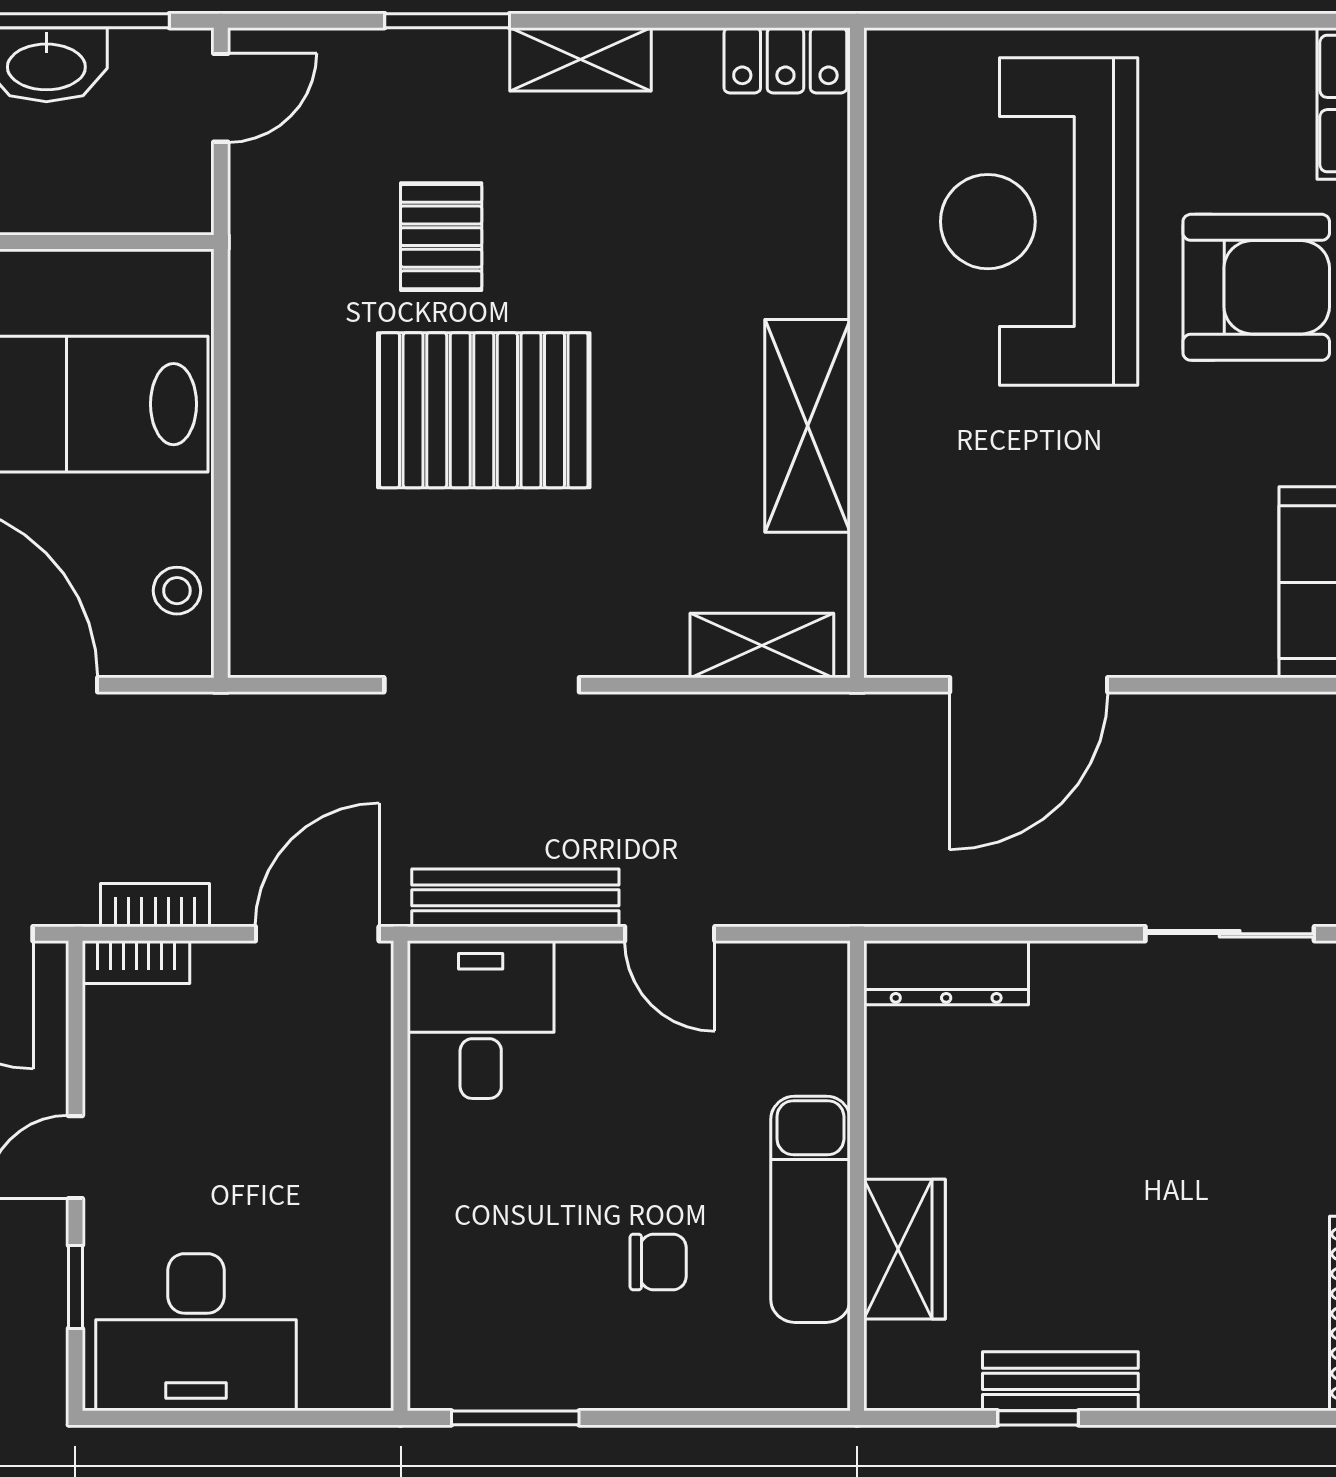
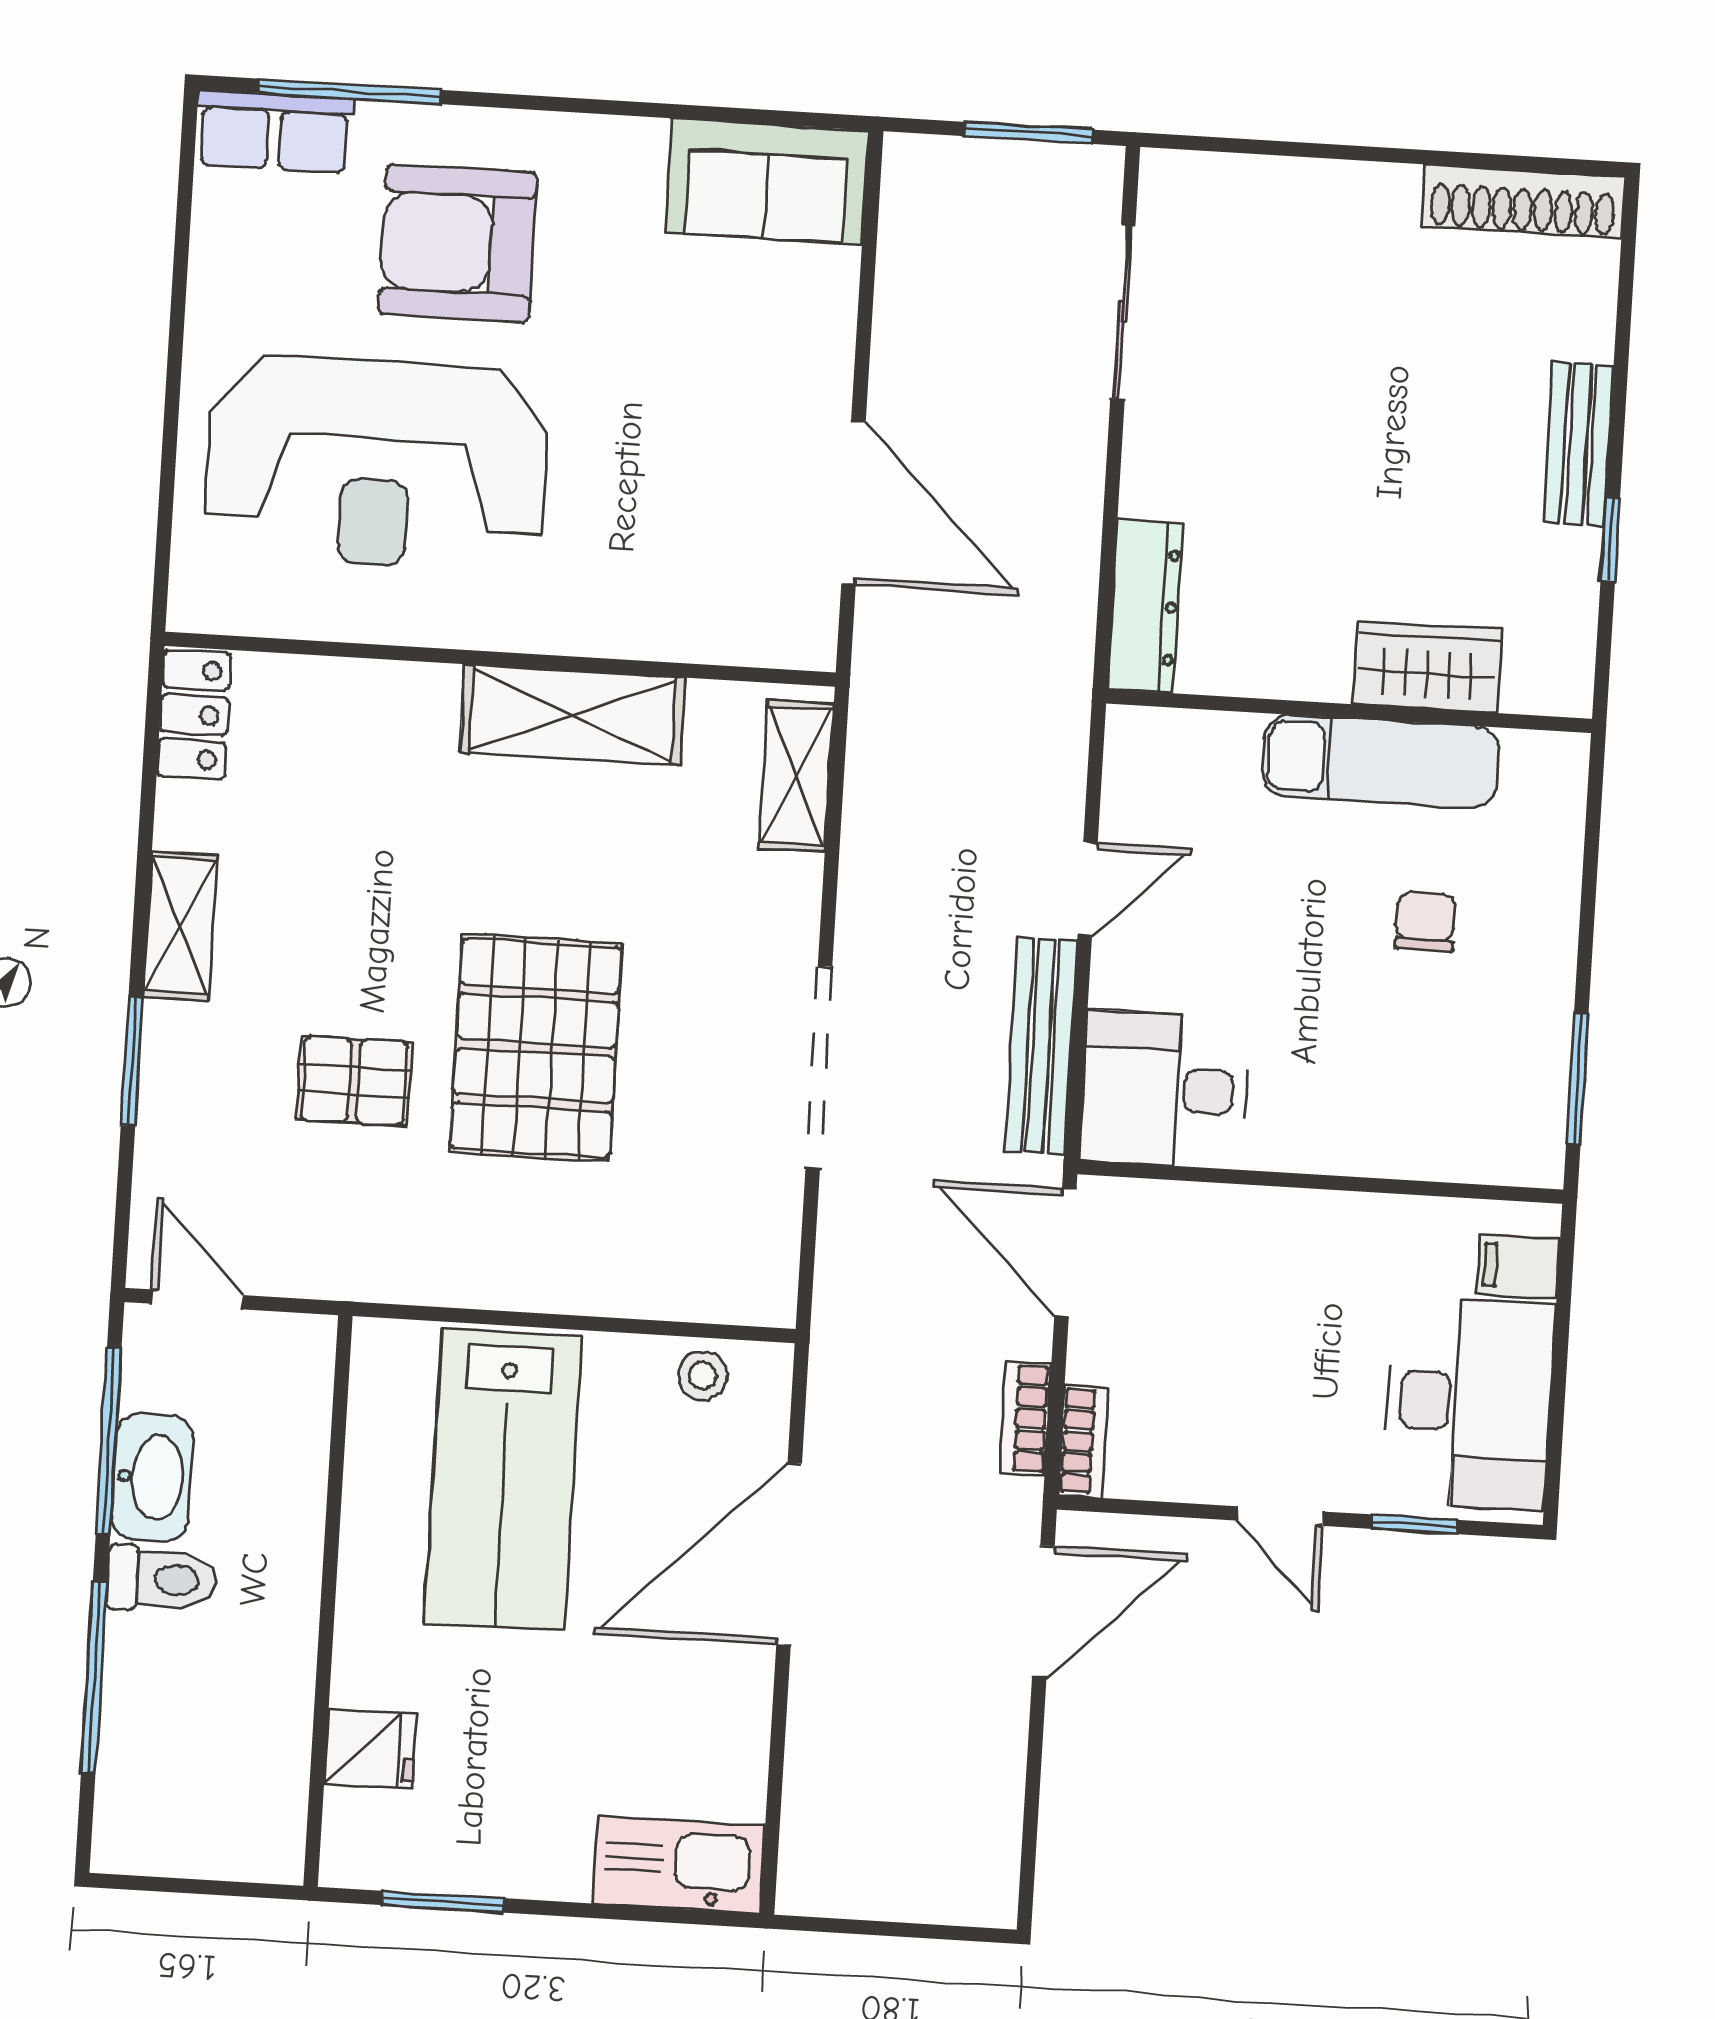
armchair: (1256, 287) -> (458, 243), turned -90
filing cabinet: (331, 1372) -> (1518, 1266), added
bench: (1060, 1381) -> (1578, 444), moved

